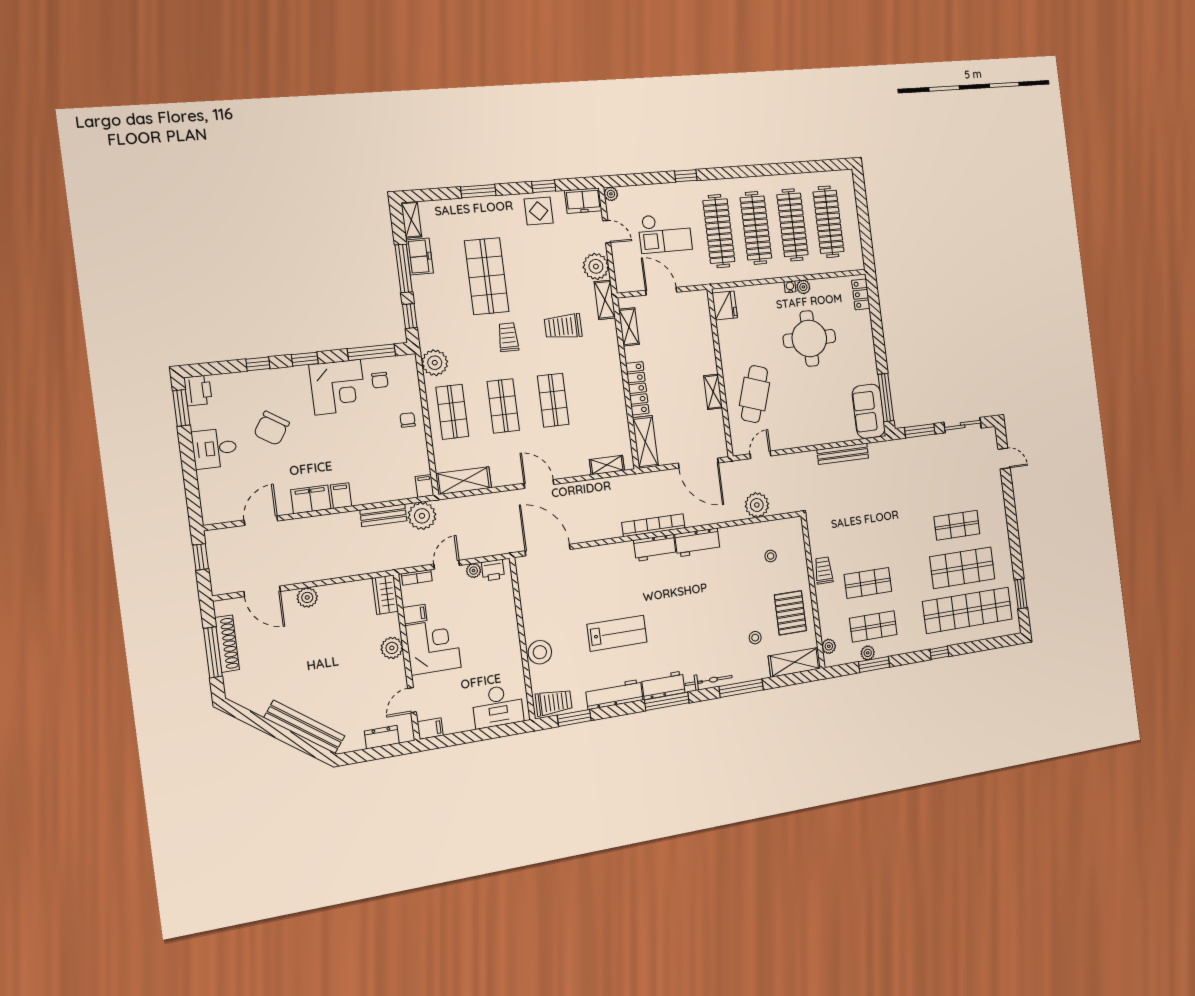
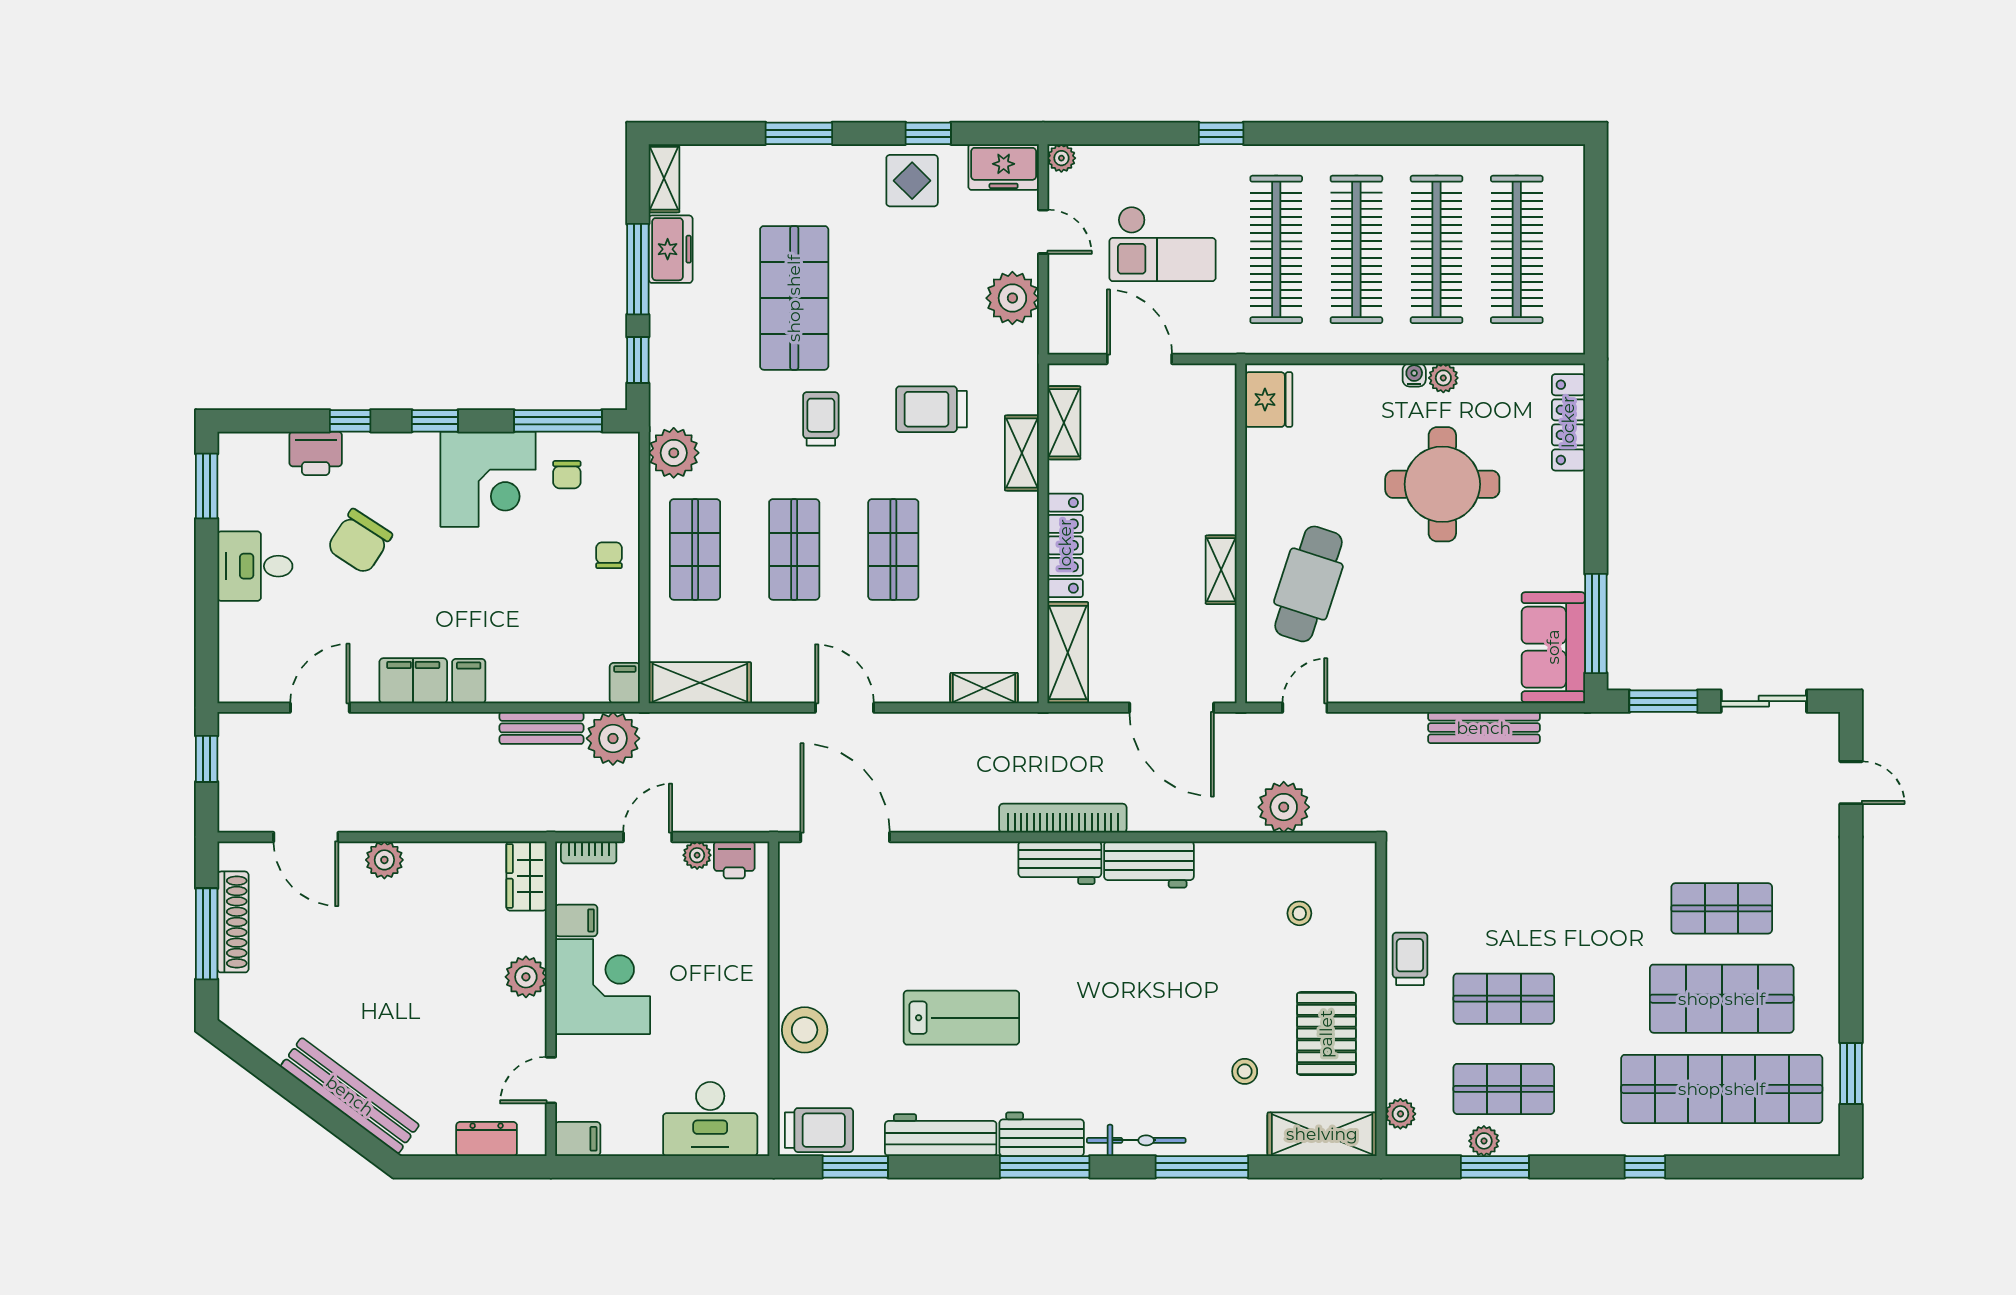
locker: (861, 294) -> (1568, 422), width x1.53
shelving: (605, 300) -> (1022, 453), moved
printer: (198, 390) -> (316, 453), moved, turned 90

